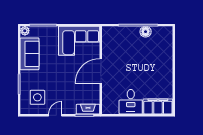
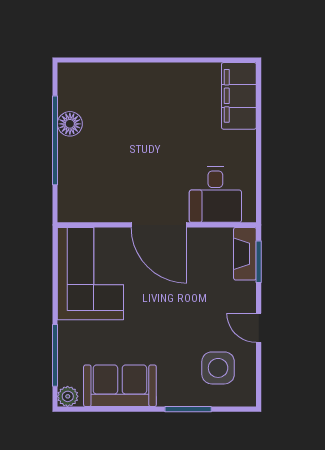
desk: (131, 102) -> (215, 194), moved, turned 90

